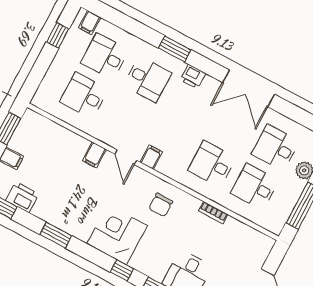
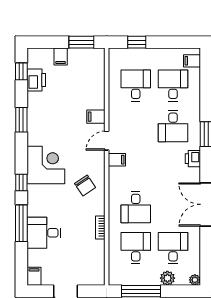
window: (58, 35) -> (137, 42), moved
desk: (212, 164) -> (136, 207), turned 180
chair: (161, 205) -> (85, 186), turned -124

